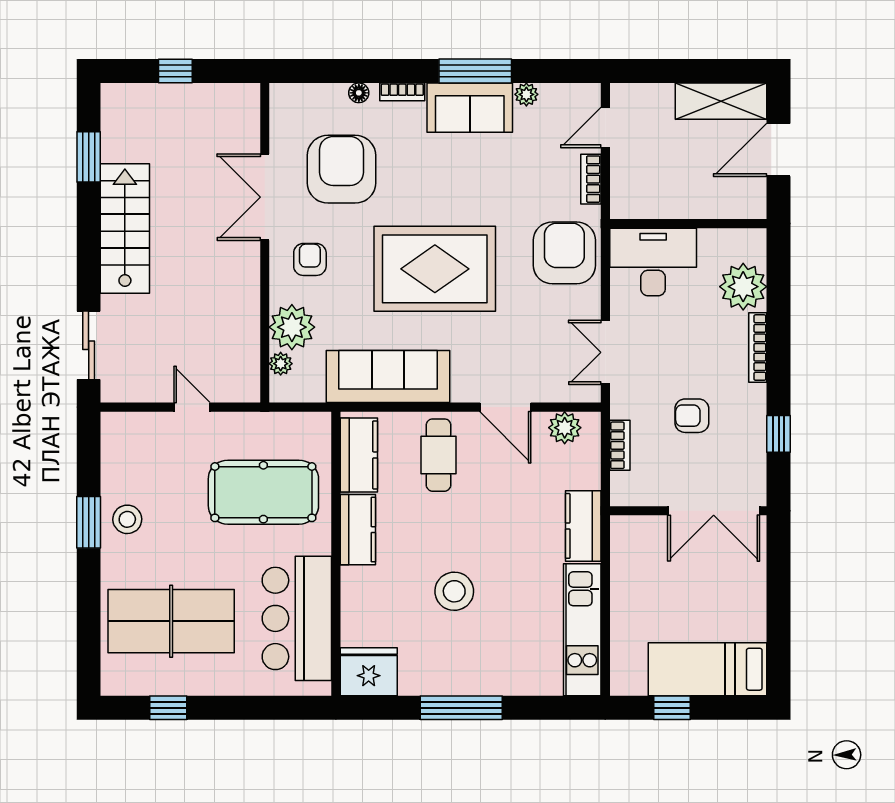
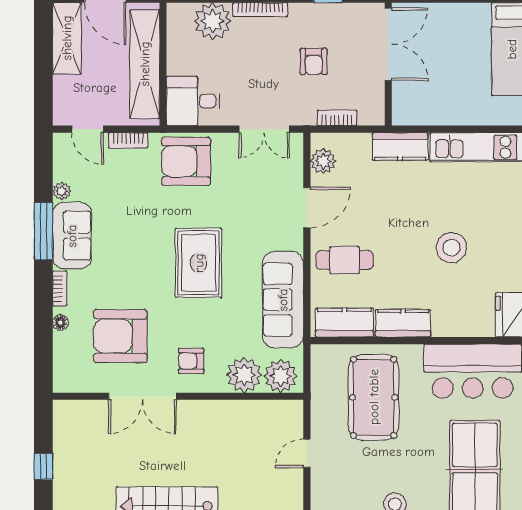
shelving: (688, 200) -> (145, 64), added
desk: (653, 262) -> (193, 101), width x0.73
rug: (435, 269) -> (199, 263), width x0.73, depth x0.69
plant: (281, 364) -> (281, 376), width x1.88, depth x1.88

